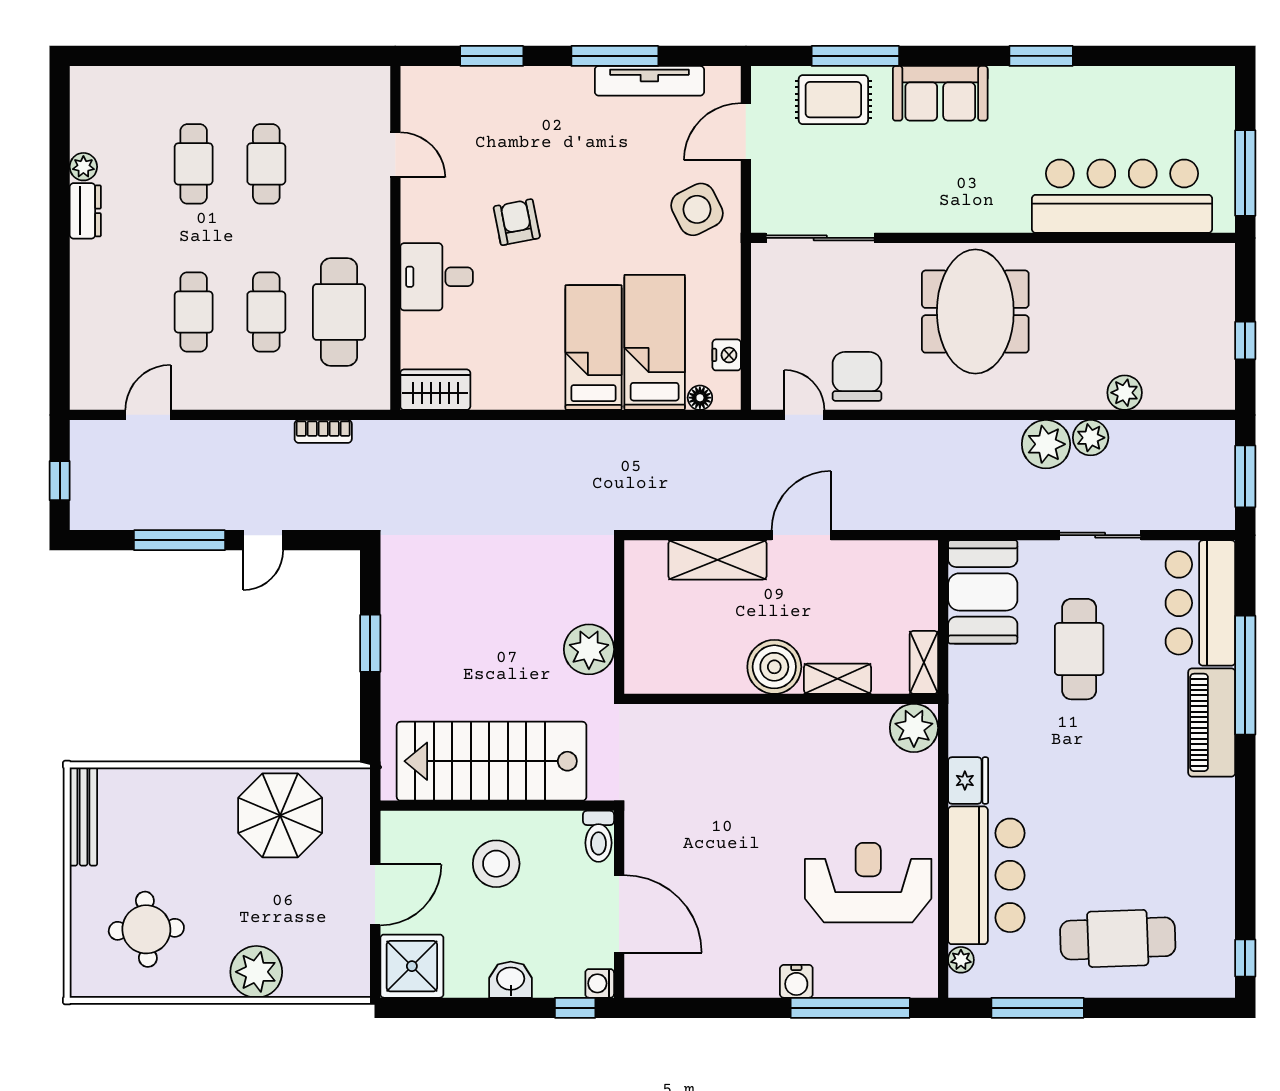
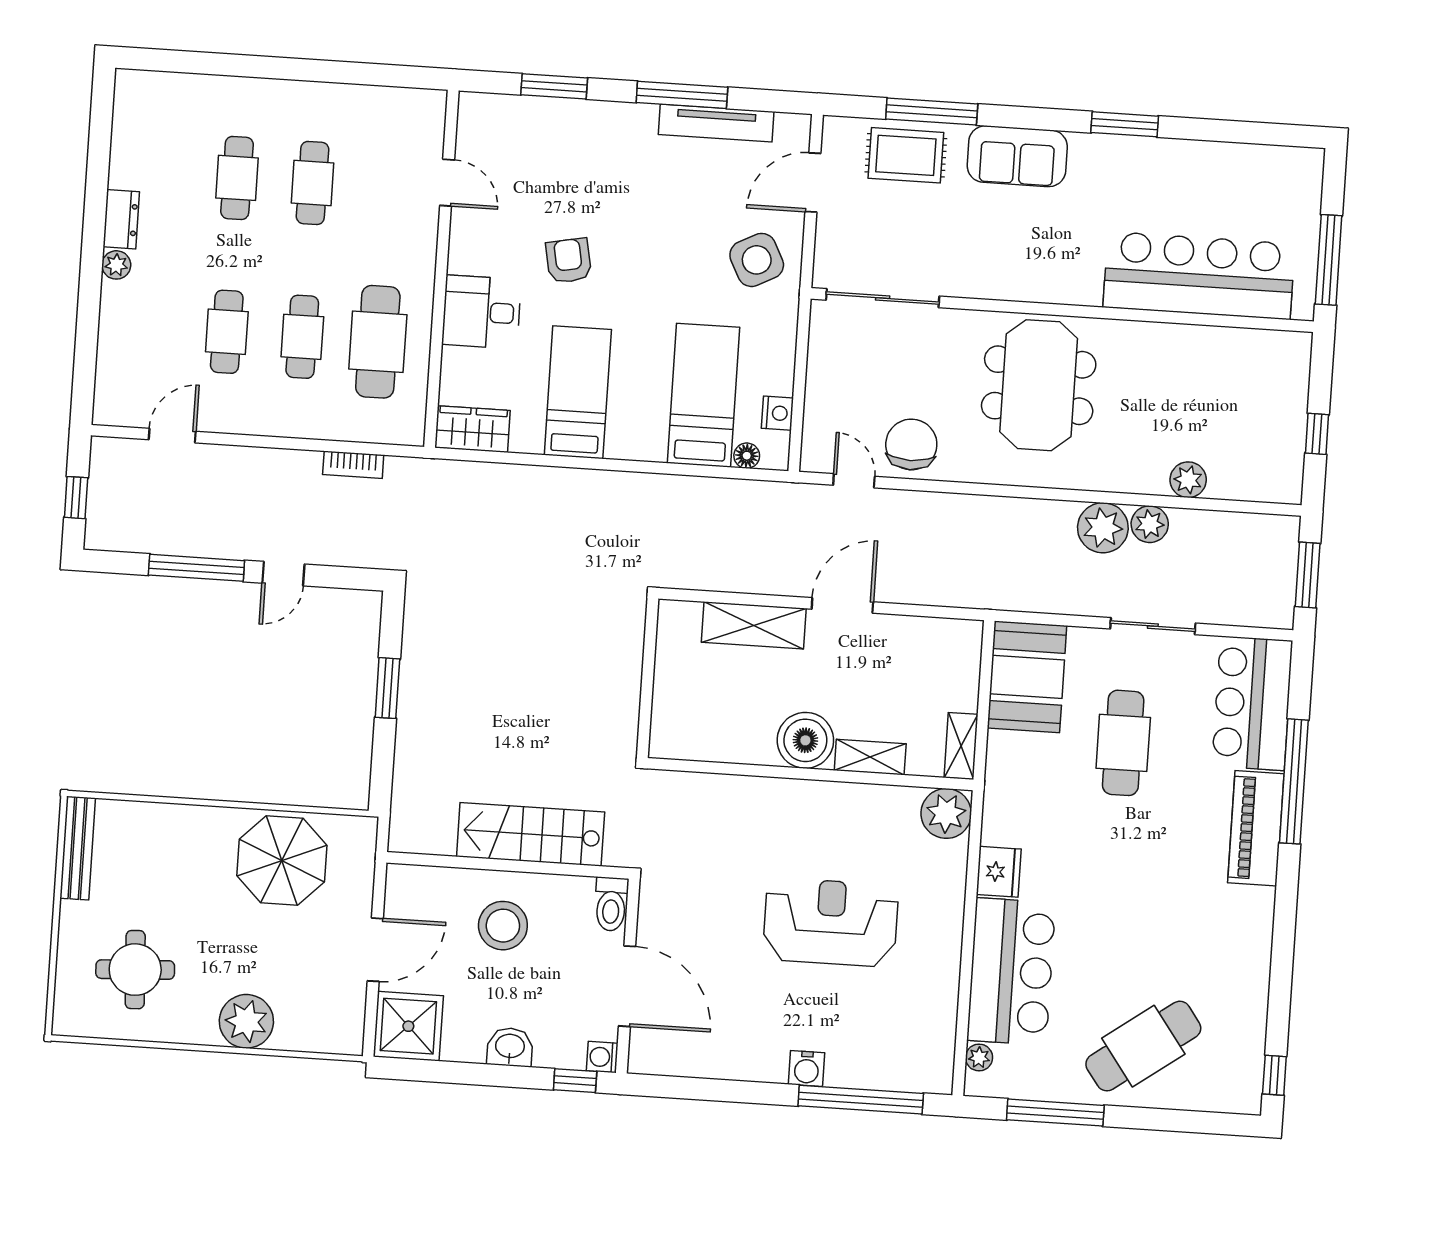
plant: (83, 167) -> (116, 265), moved
bed: (594, 348) -> (578, 392), moved
plant: (589, 649) -> (614, 709), removed
stairs: (492, 761) -> (531, 834), width x0.73, depth x0.66
reception desk: (868, 883) -> (831, 922), moved
cafe table: (1118, 938) -> (1143, 1046), turned -34

